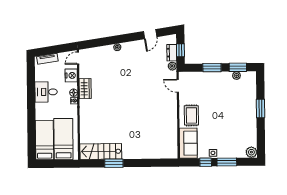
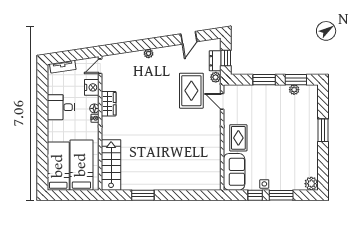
rug: (153, 77) -> (191, 91), added
stairs: (101, 151) -> (111, 165), moved, turned 90

